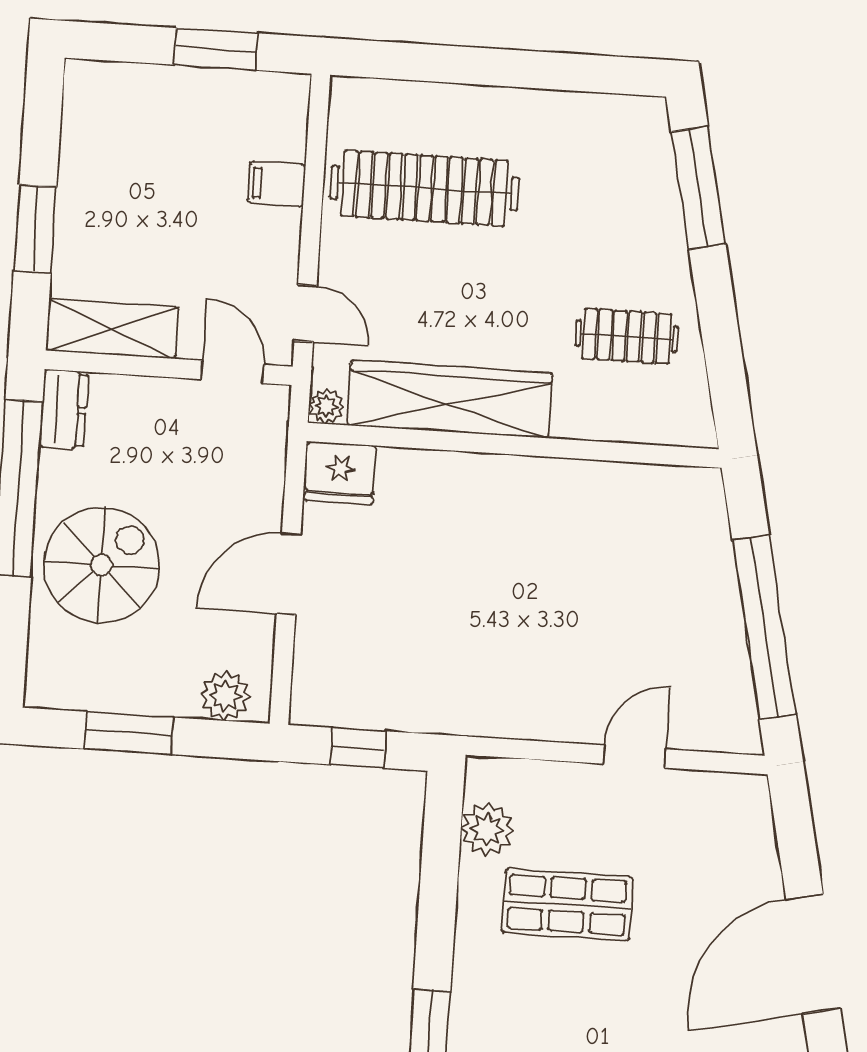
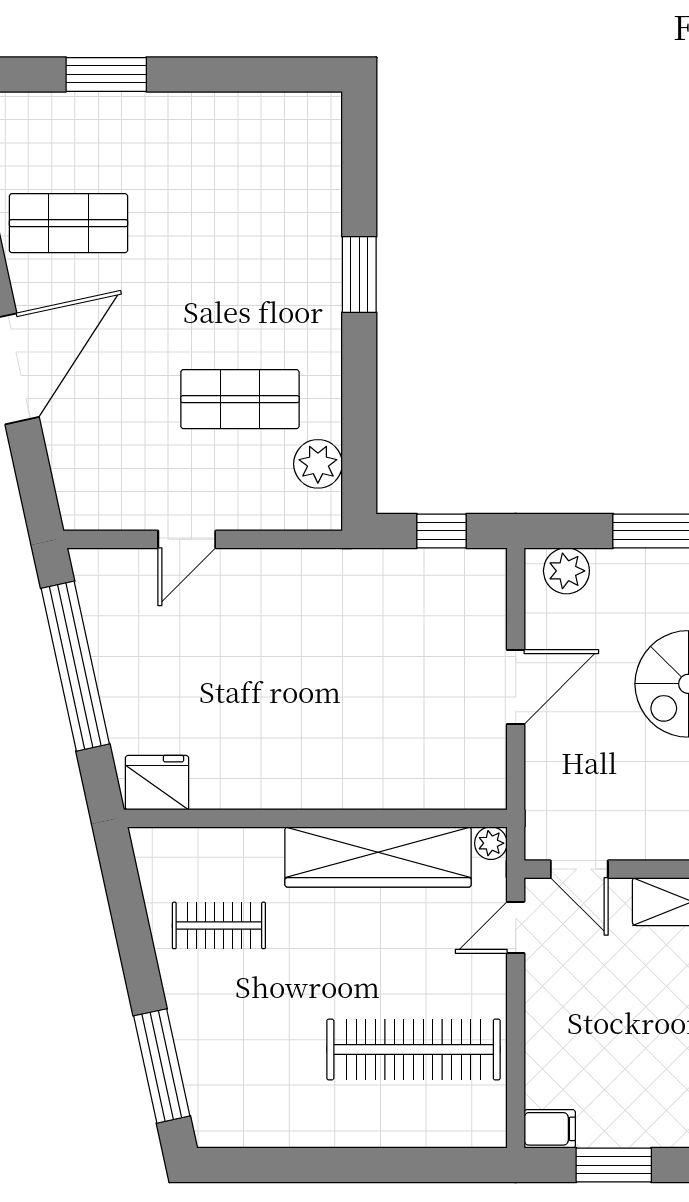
filing cabinet: (277, 184) -> (550, 1129), moved
door: (305, 313) -> (516, 927), hinge flipped
fridge: (340, 473) -> (157, 783), moved

